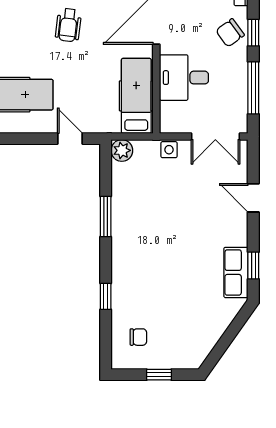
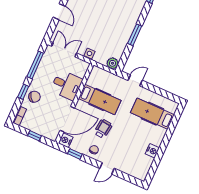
wheelchair: (68, 25) -> (103, 129), moved
hospital bed: (136, 96) -> (100, 100), moved, turned -90
door: (70, 139) -> (135, 80), swing flipped

